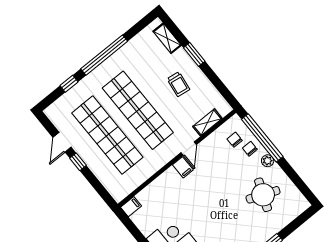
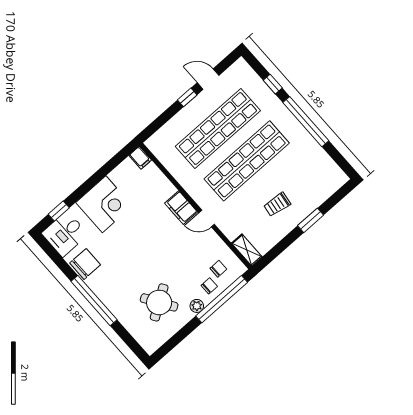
shelving: (167, 38) -> (327, 190), removed
shelving: (207, 122) -> (247, 250), moved
filing cabinet: (183, 167) -> (181, 208), width x2.00
round table: (263, 195) -> (159, 302), turned 35

